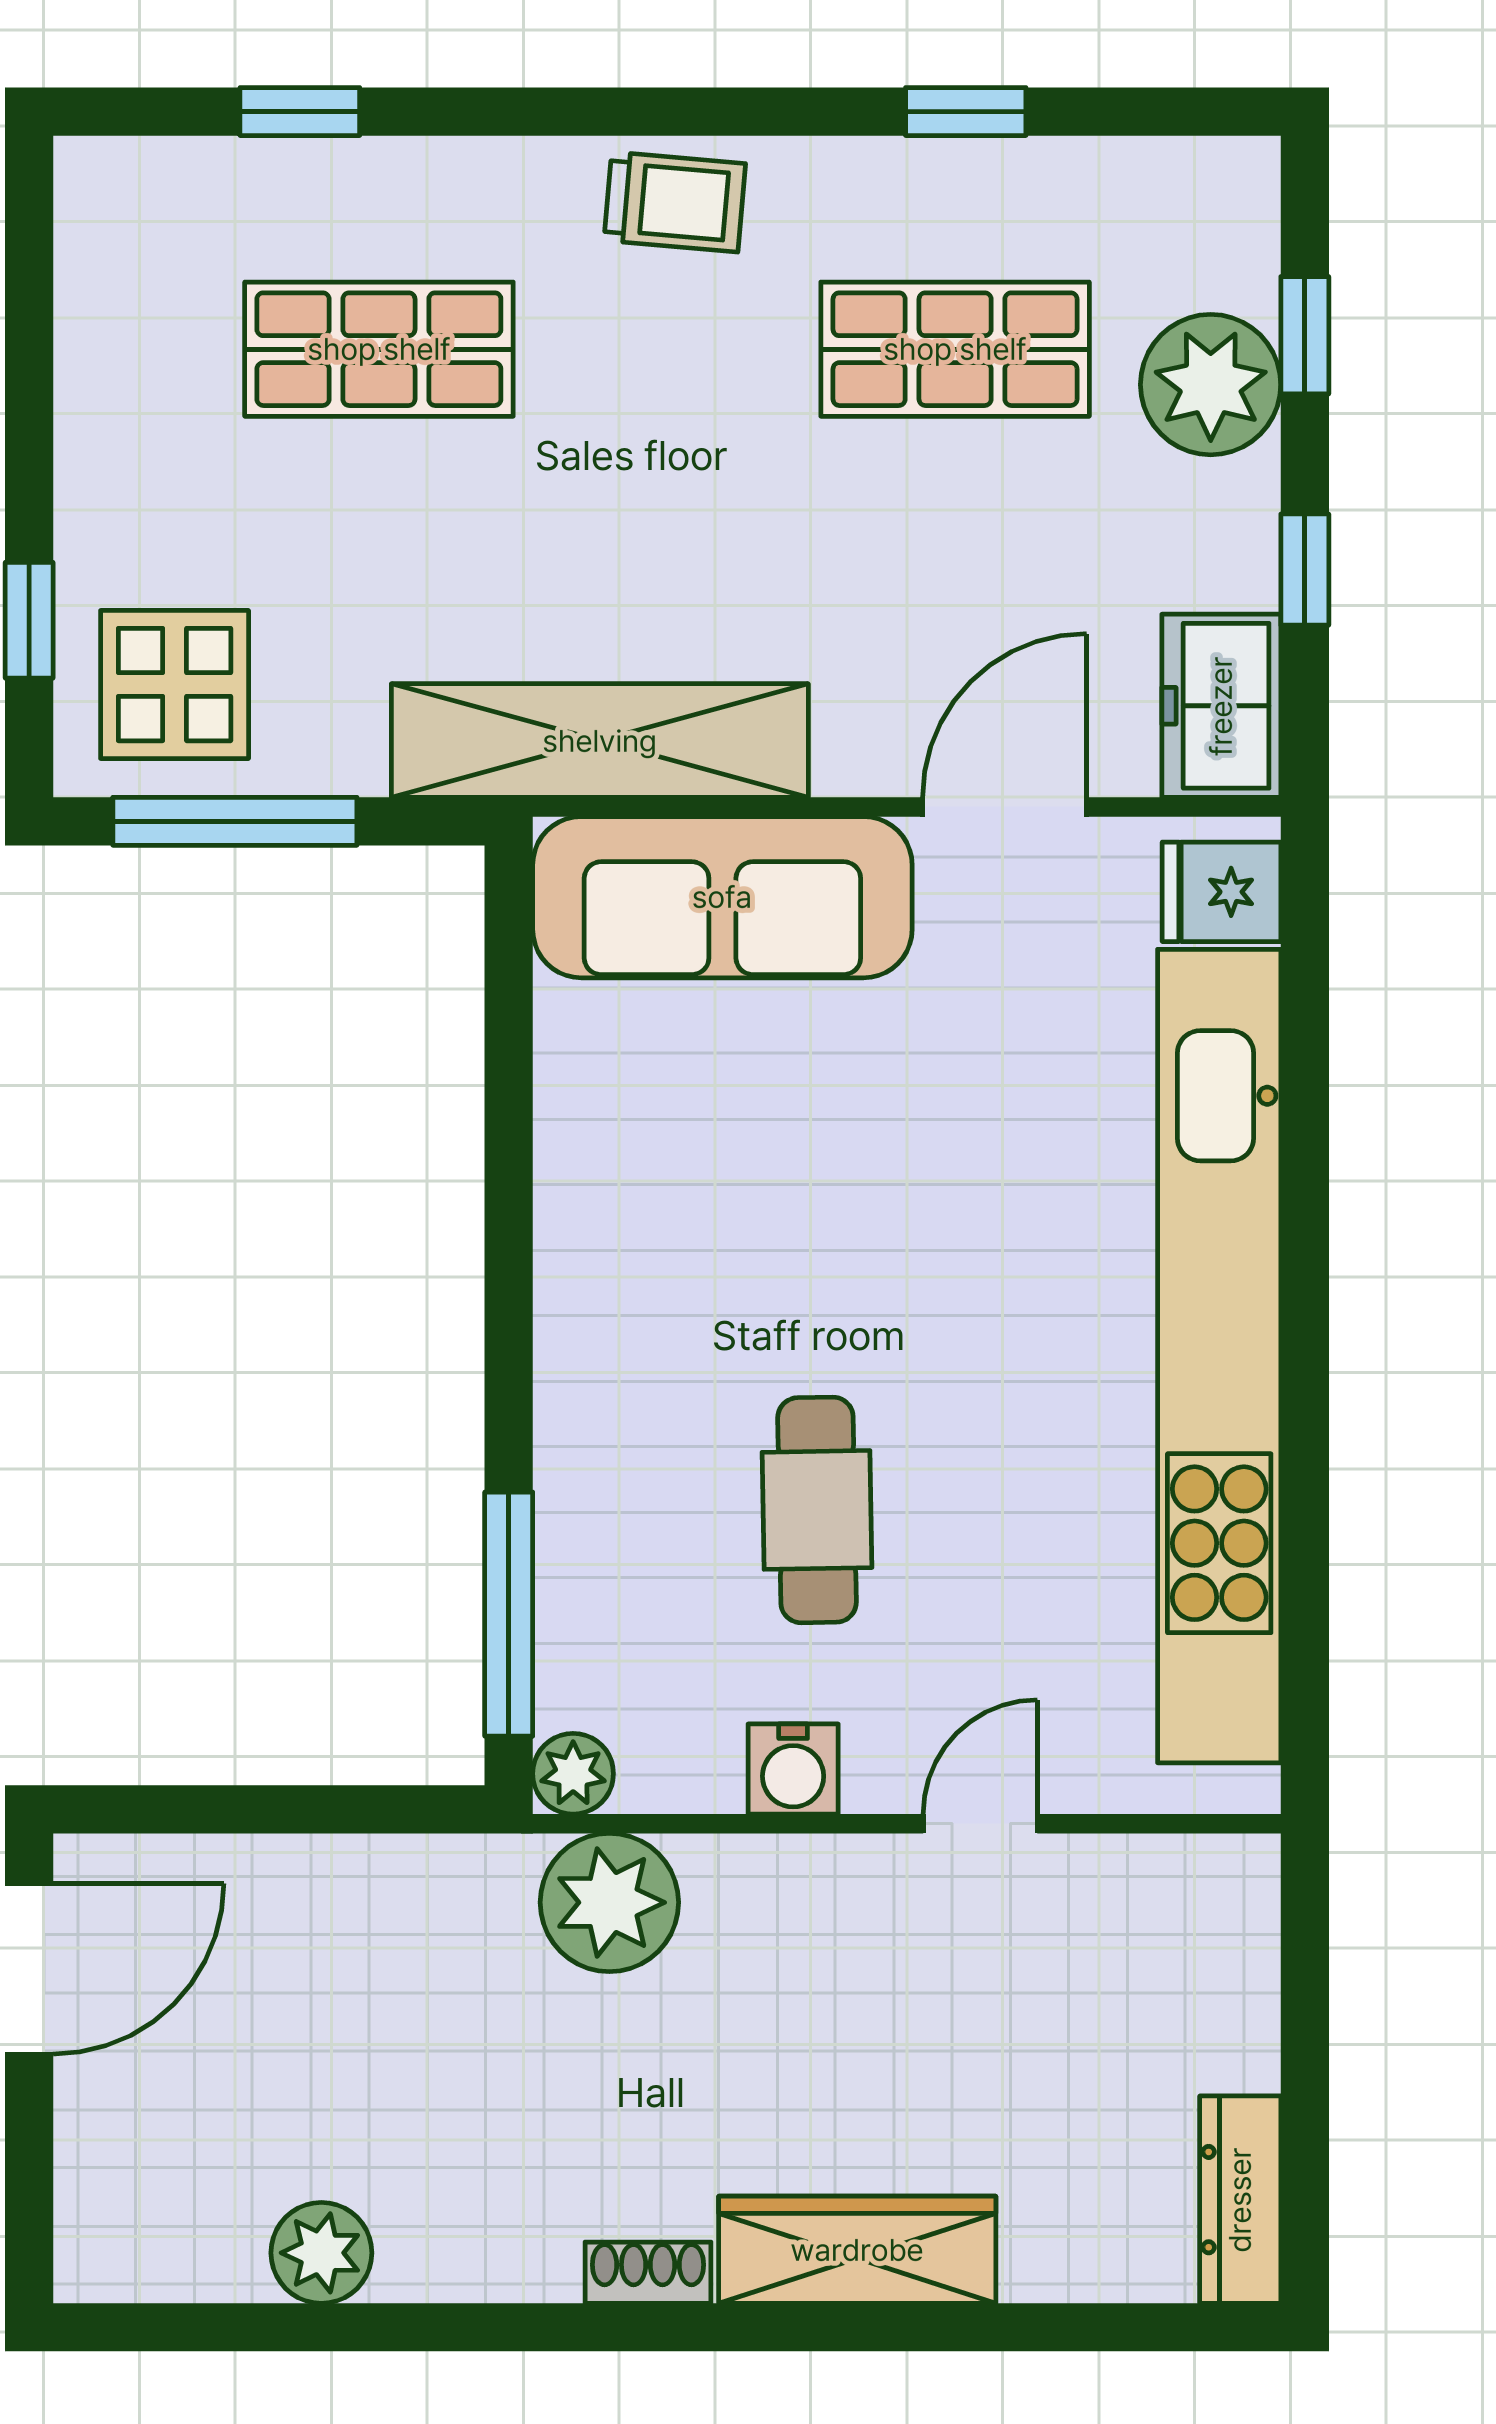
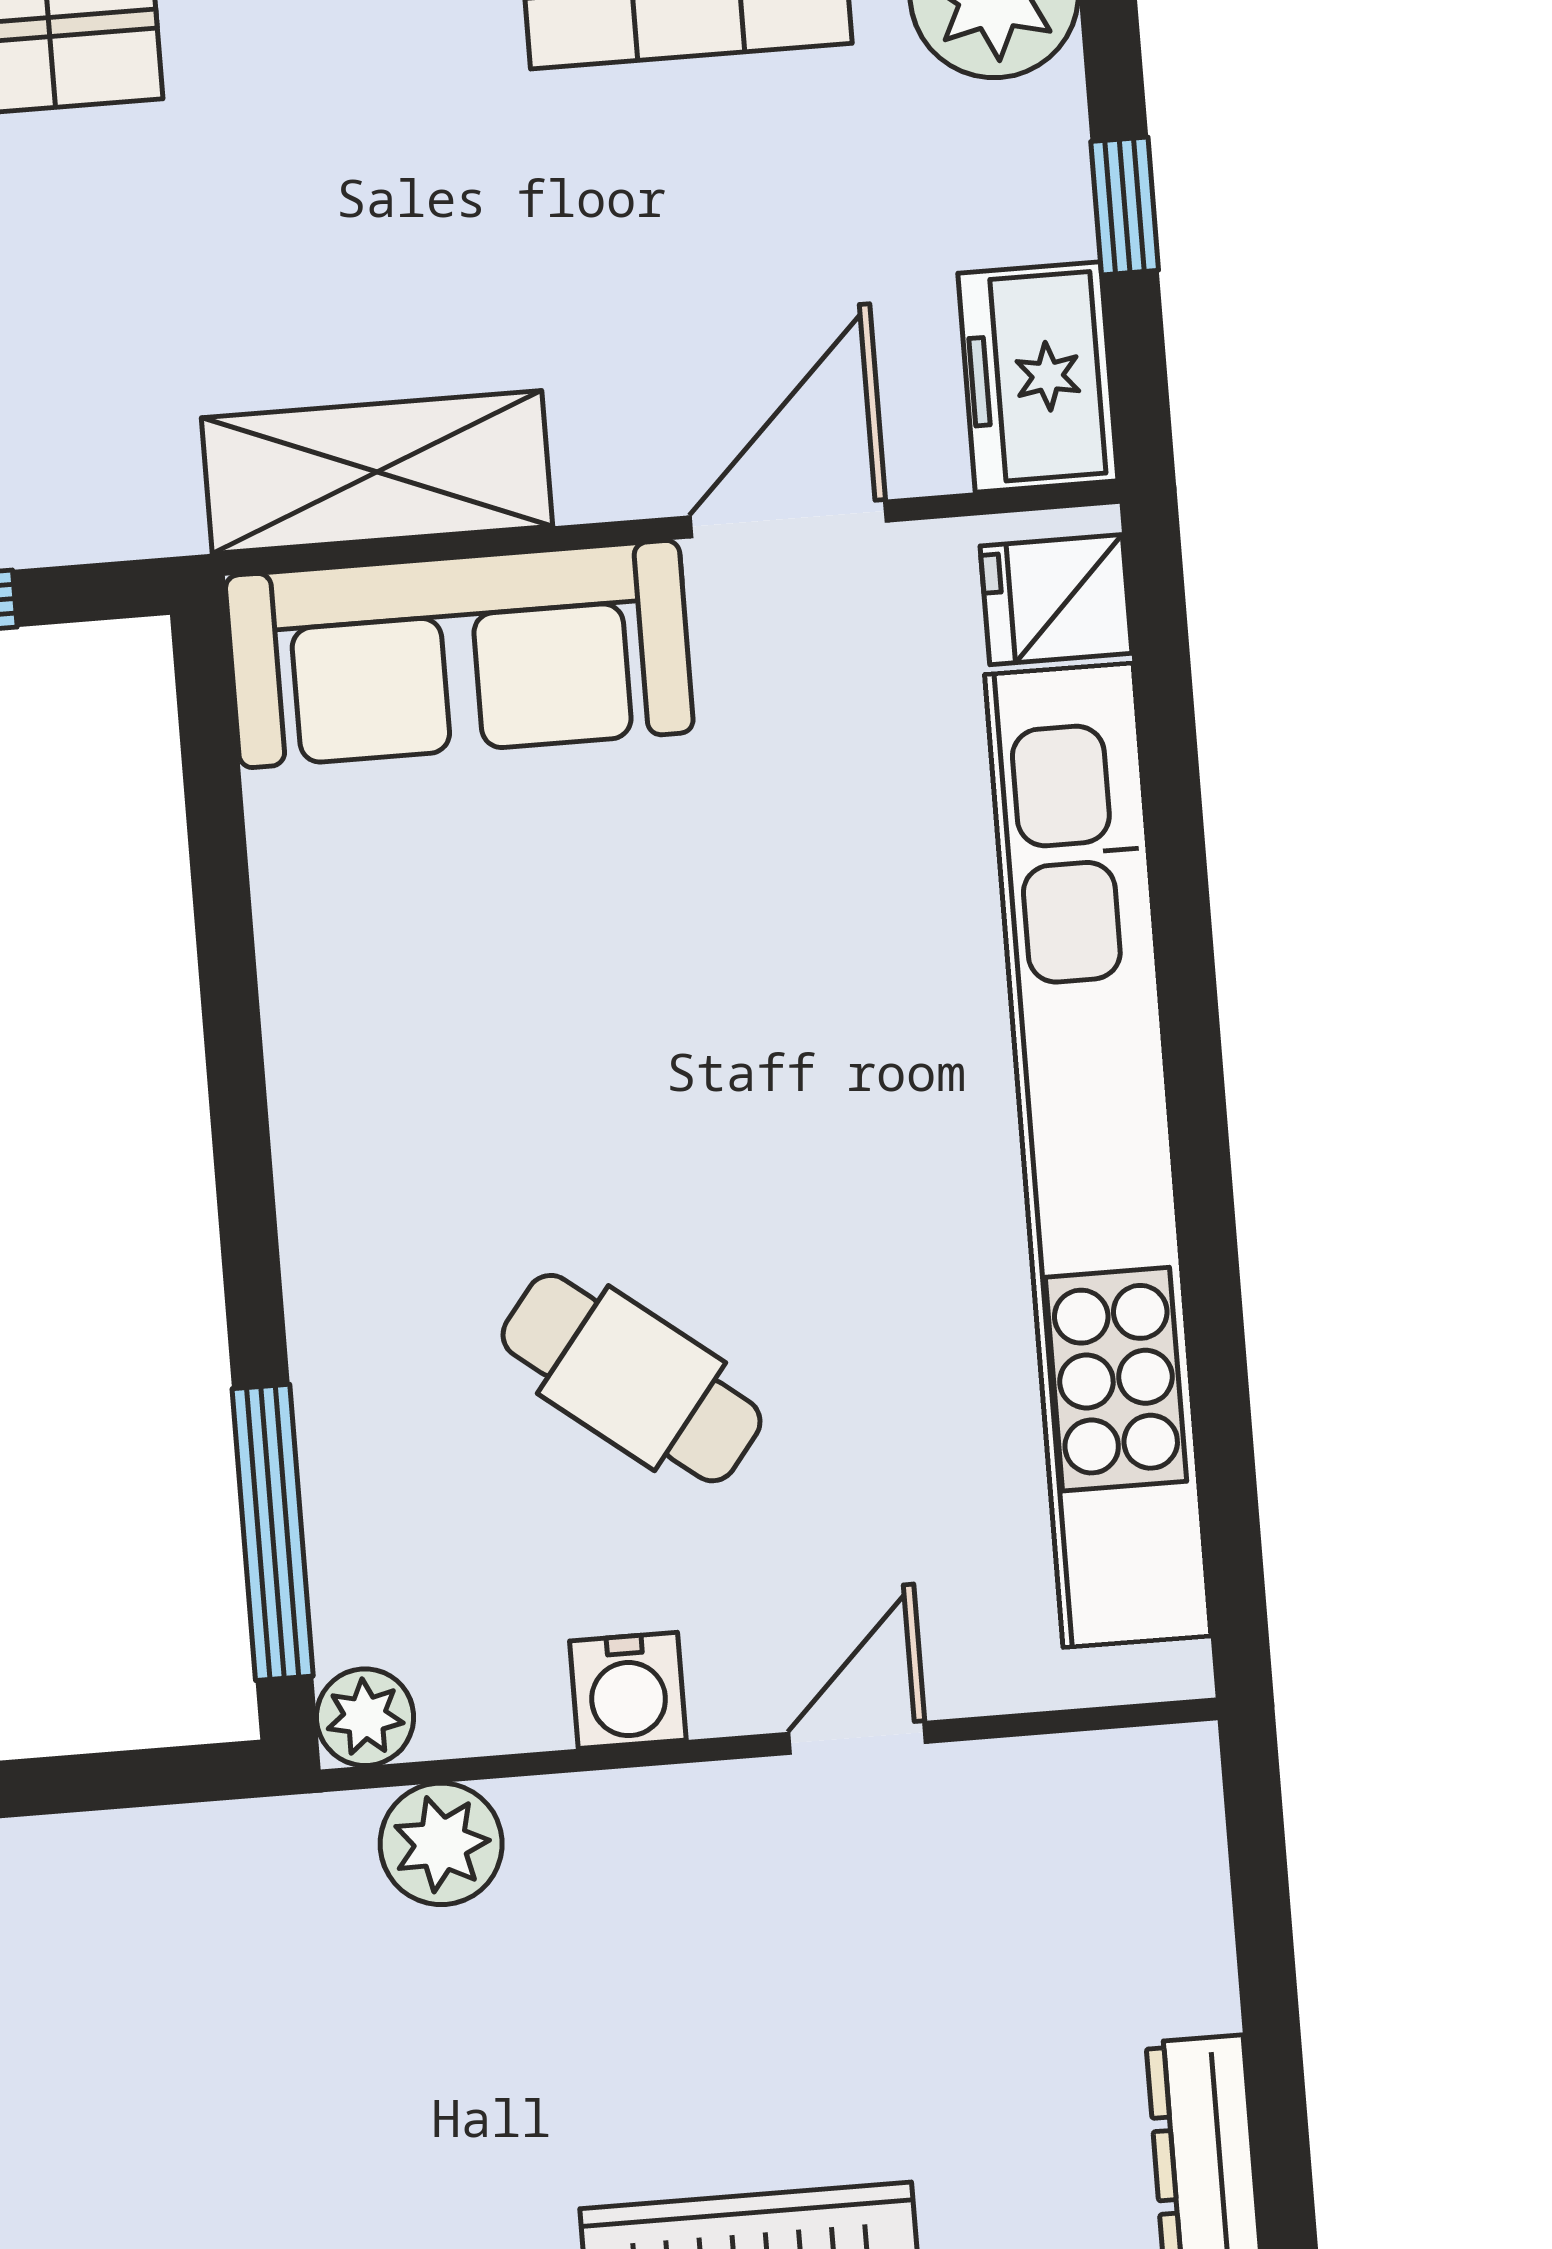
shelving: (600, 741) -> (377, 472), width x0.68
cafe table: (817, 1510) -> (632, 1378), turned -51
plant: (609, 1902) -> (441, 1844), width x0.73, depth x0.73

